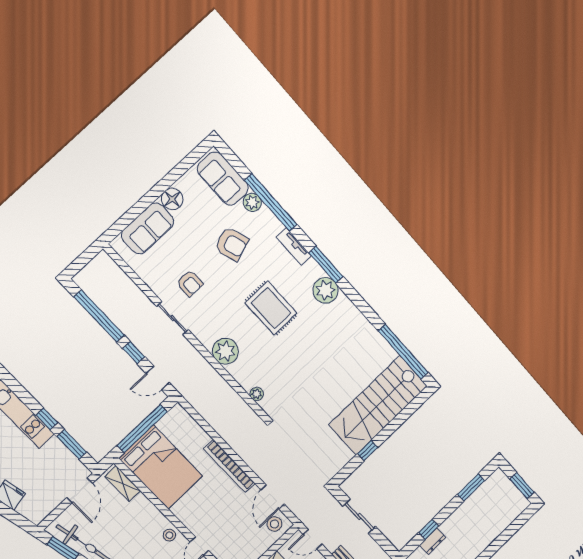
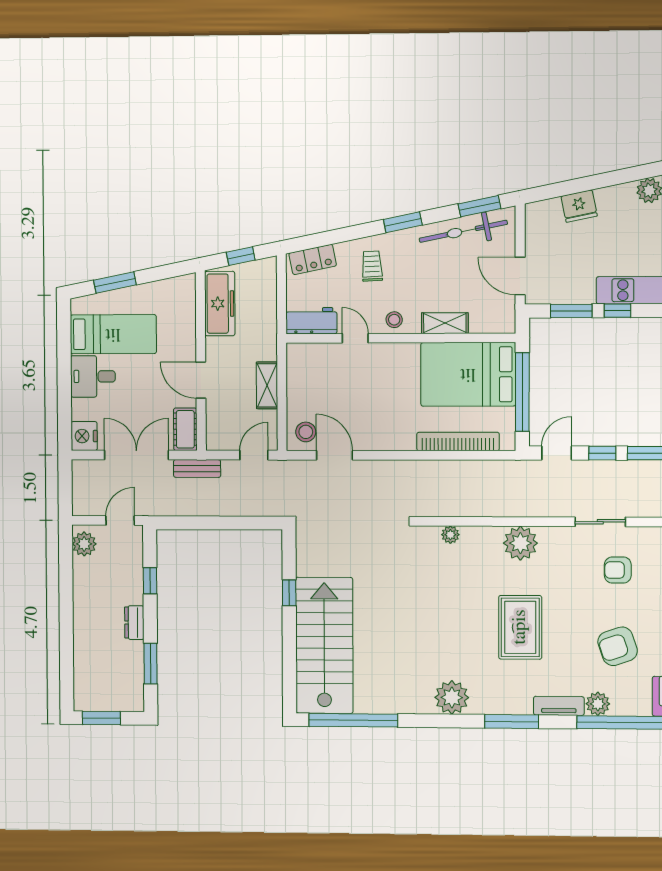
plant: (252, 202) -> (598, 704), moved
plant: (325, 290) -> (452, 697), moved
rug: (271, 308) -> (520, 627), turned 90
bookcase: (229, 466) -> (458, 441), moved
shelving: (123, 484) -> (445, 323), moved
sliding door: (359, 516) -> (231, 523), removed
dresser: (433, 541) -> (134, 623), moved

